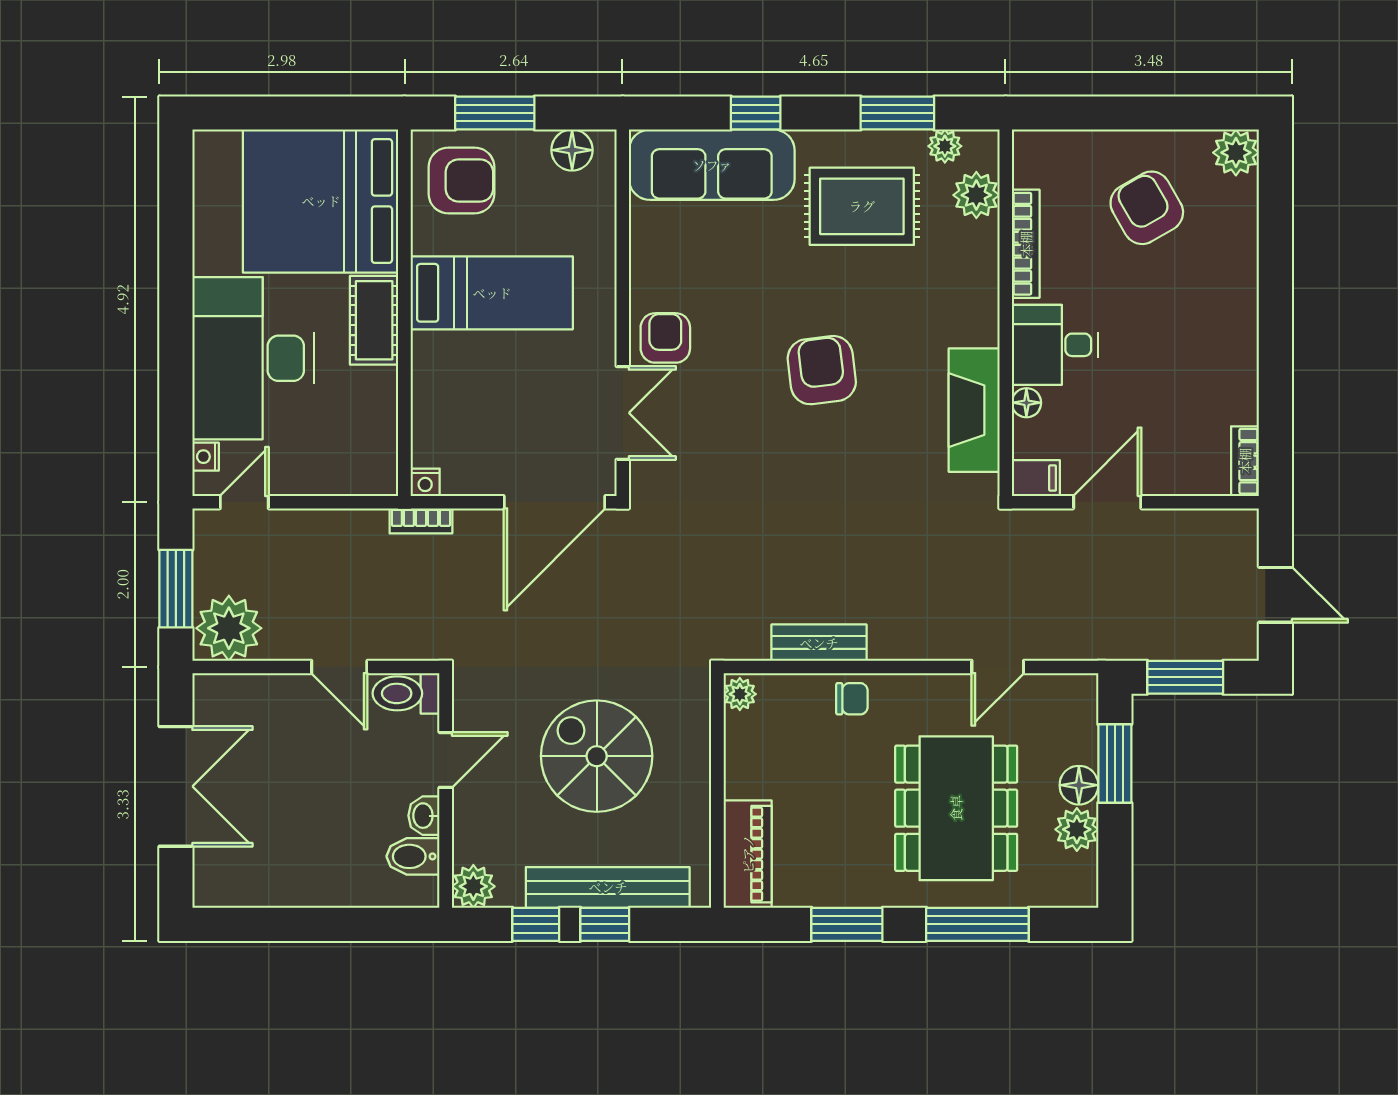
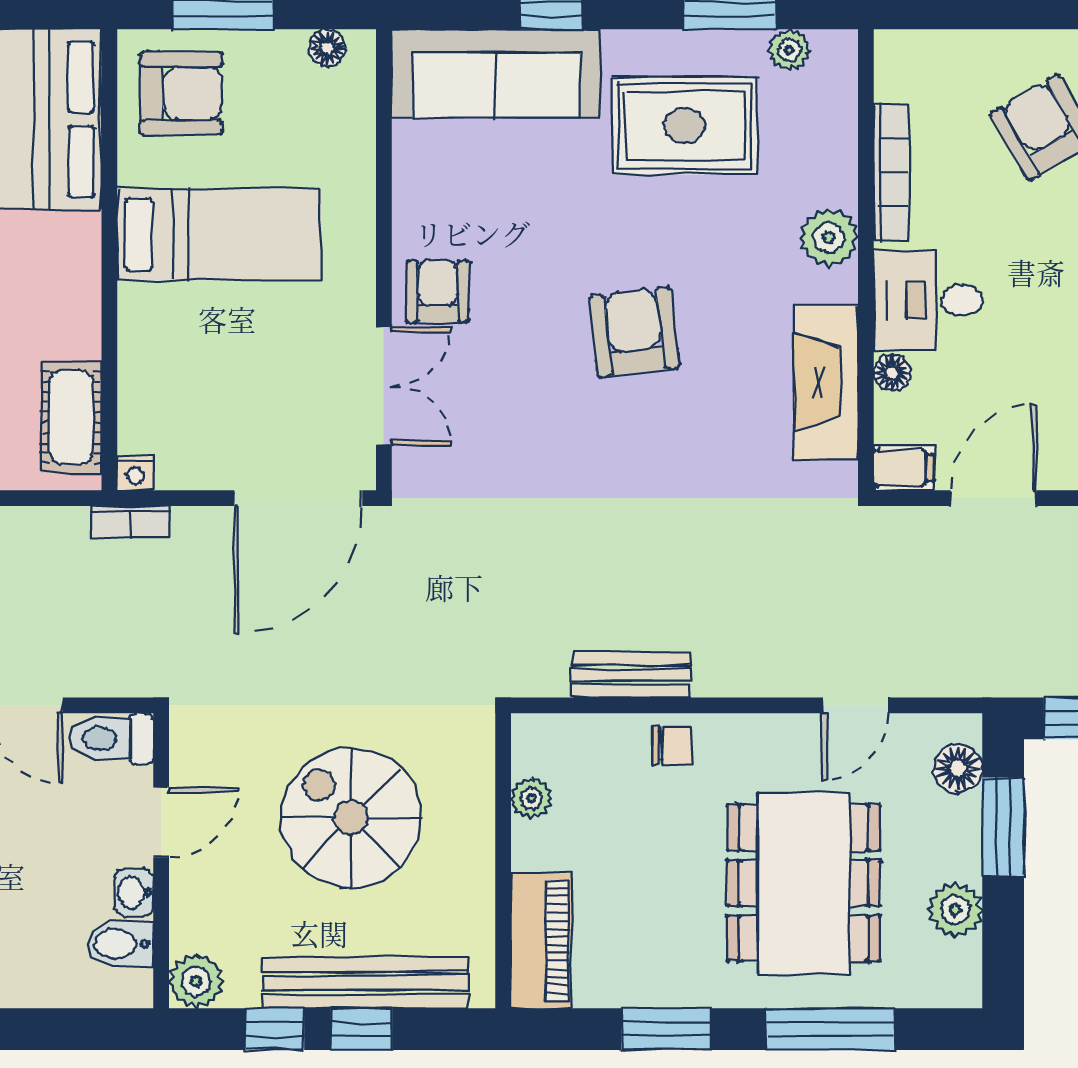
floor lamp: (572, 150) -> (327, 48), width x0.73, depth x0.73
plant: (976, 195) -> (829, 238), moved
cot: (374, 320) -> (71, 417), moved
plant: (740, 694) -> (531, 798), moved
floor lamp: (1079, 785) -> (958, 769), moved

